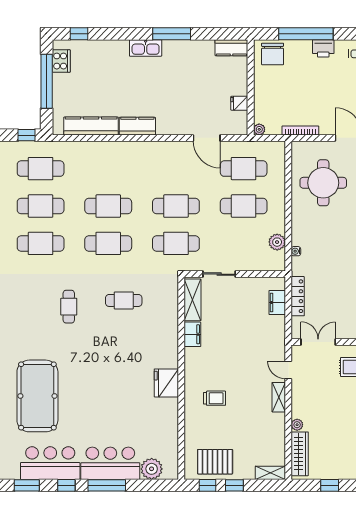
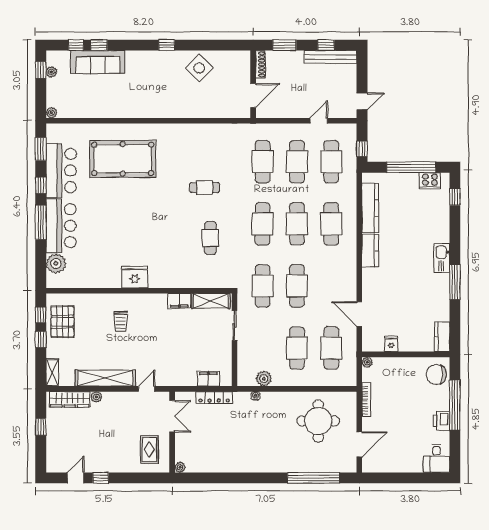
door: (207, 138) -> (359, 314), hinge flipped
cafe table: (108, 169) -> (331, 224), added
shelving: (279, 397) -> (105, 378), width x2.20, depth x1.33

